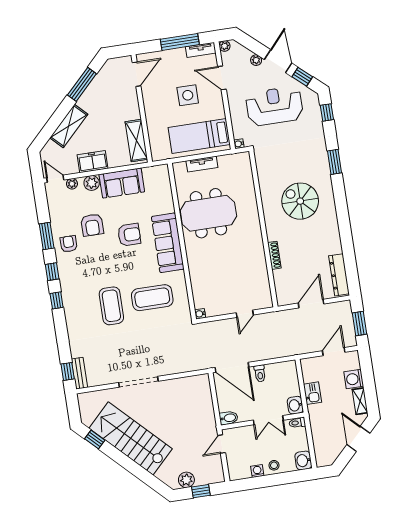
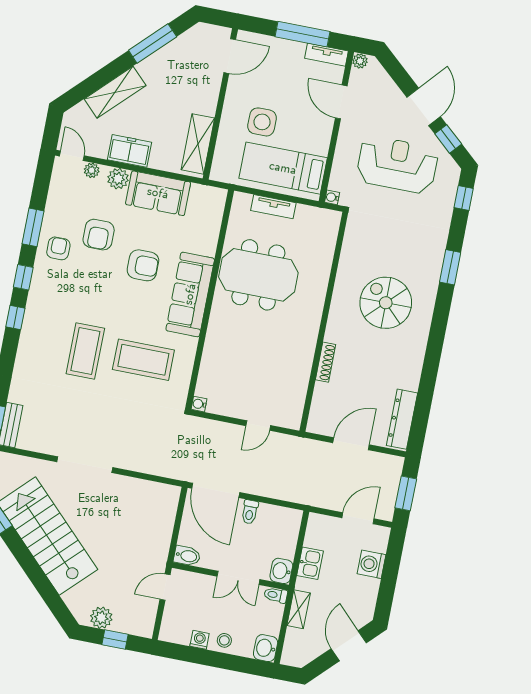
plant: (256, 60) -> (395, 95), removed
side table: (188, 95) -> (262, 122), moved
shelving: (360, 401) -> (299, 609), moved

